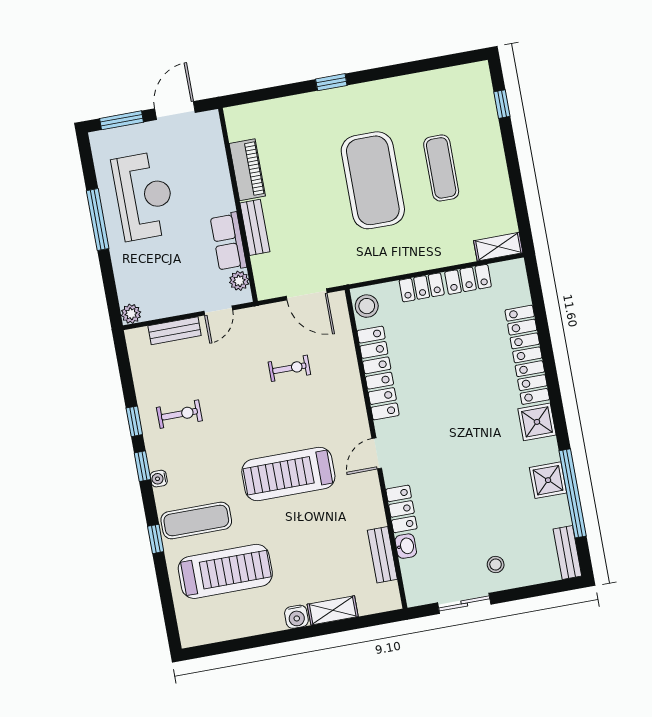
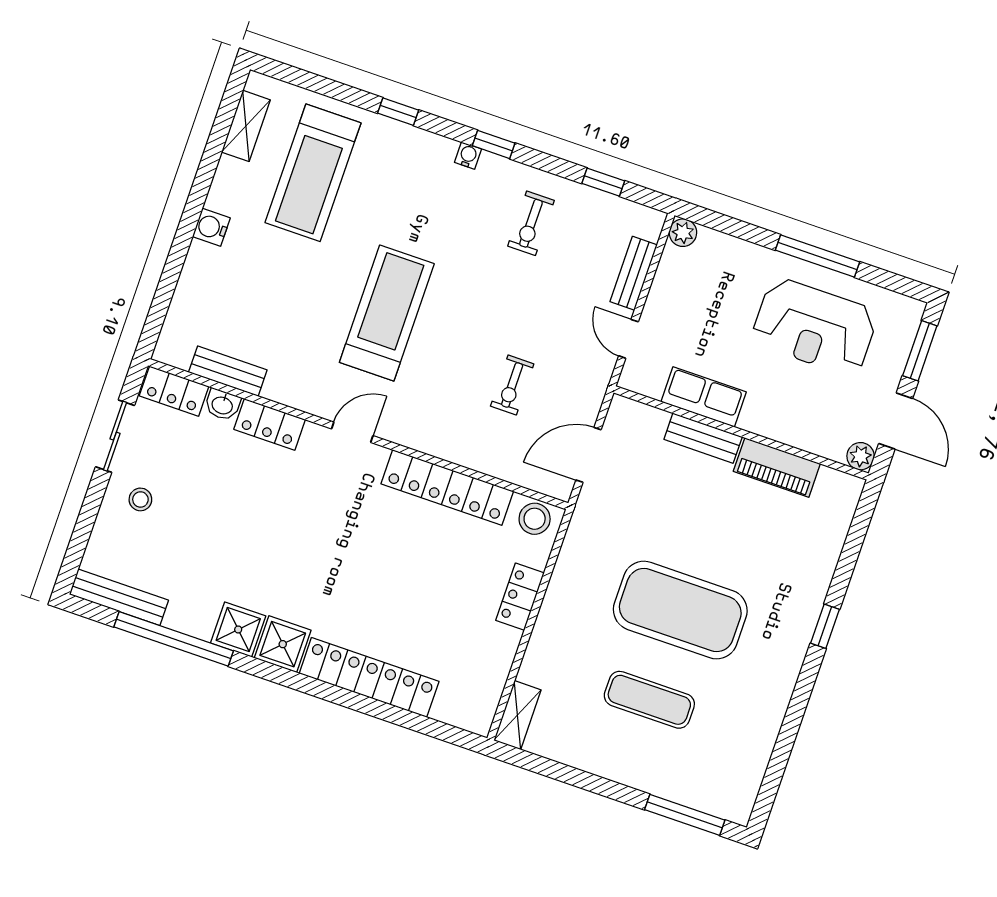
window: (502, 104) -> (685, 815), width x2.17
locker: (468, 279) -> (174, 391), moved, turned -90
plant: (239, 281) -> (861, 456), moved
window: (134, 421) -> (603, 182), moved
door: (377, 453) -> (352, 432), hinge flipped
shower: (548, 480) -> (238, 630), moved
exercise mat: (196, 521) -> (393, 172), removed
bench: (567, 552) -> (119, 597), width x1.36
shelving: (333, 610) -> (246, 126), moved

